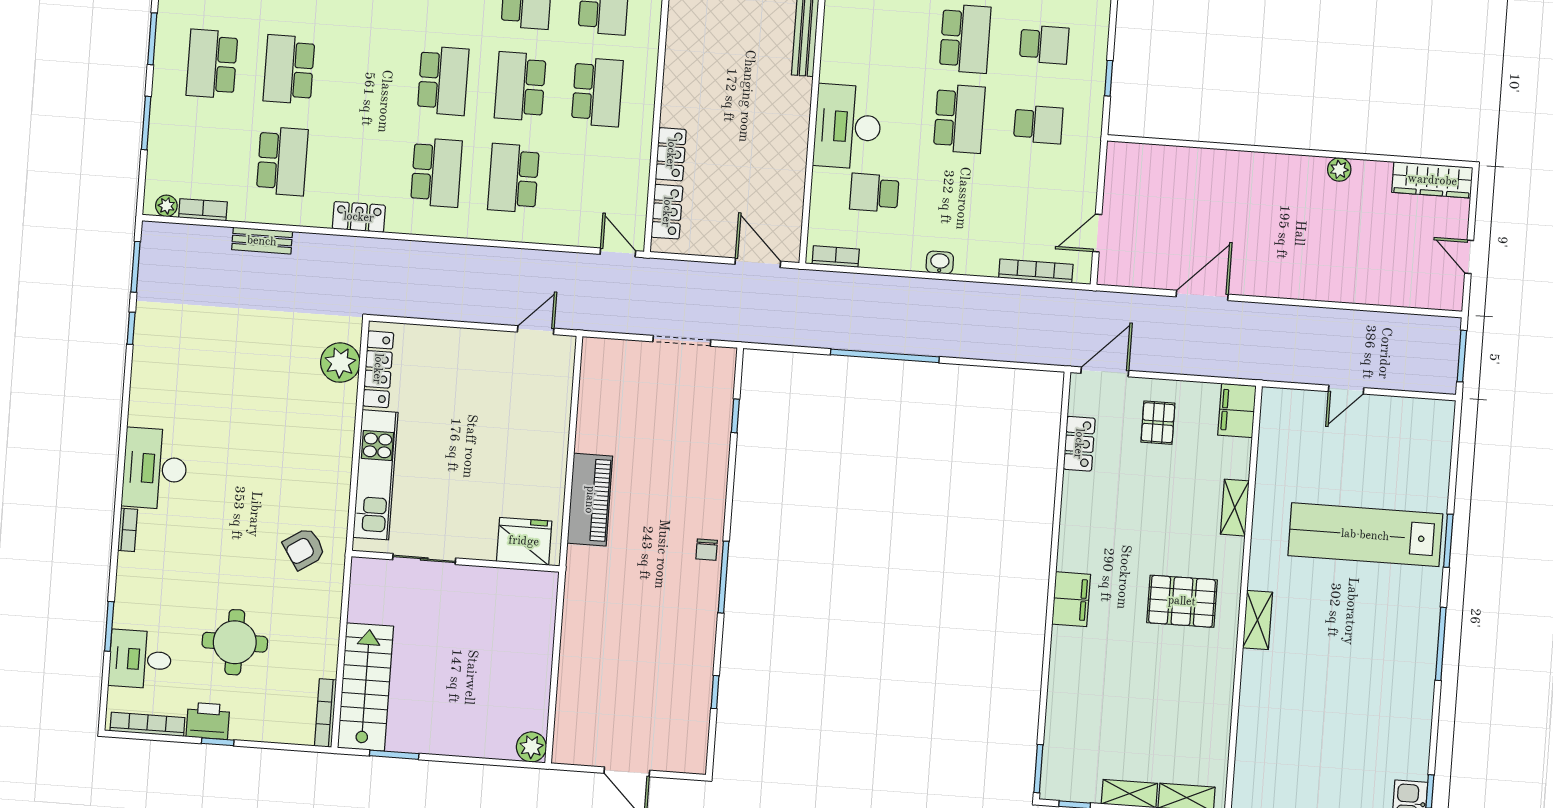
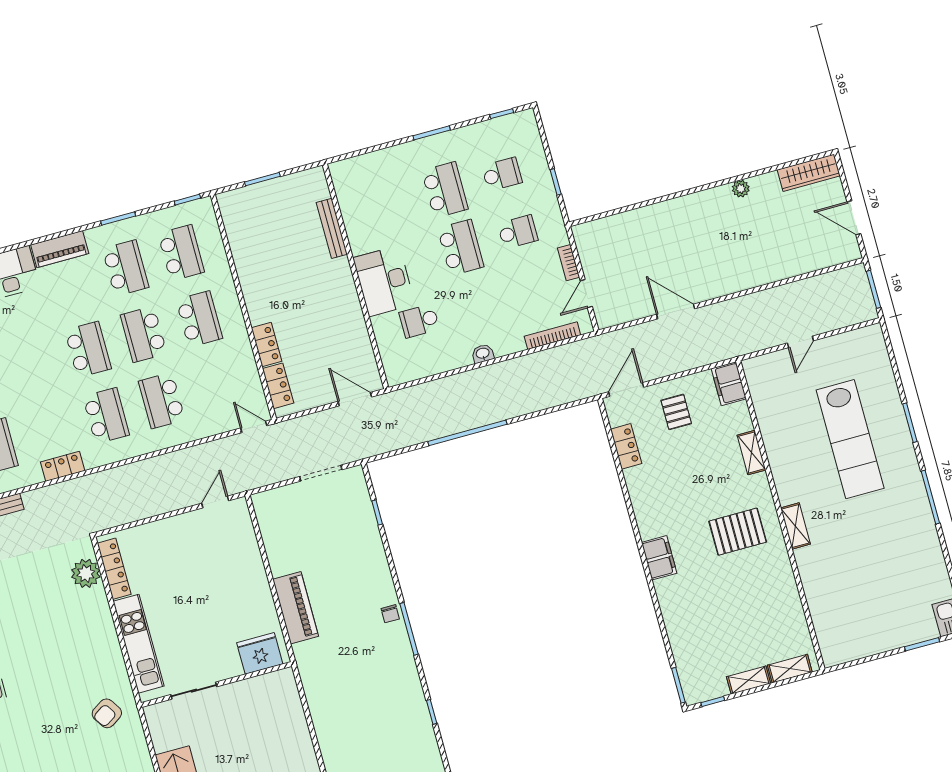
bookcase: (836, 257) -> (569, 263), moved, turned -90
door: (1469, 257) -> (854, 218), width x1.38
door: (1202, 295) -> (676, 311), hinge flipped
lab bench: (1365, 535) -> (850, 439), turned -90

